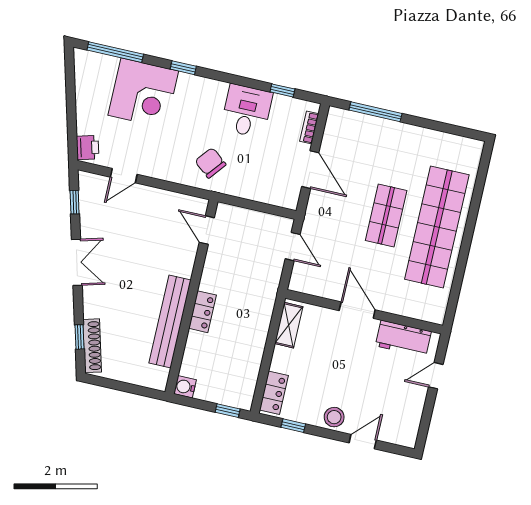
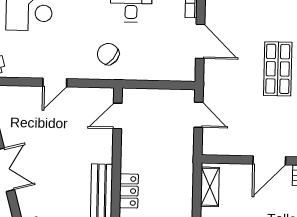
door: (124, 176) -> (55, 83), moved
door: (207, 230) -> (117, 116), hinge flipped
door: (357, 310) -> (269, 160), swing flipped

